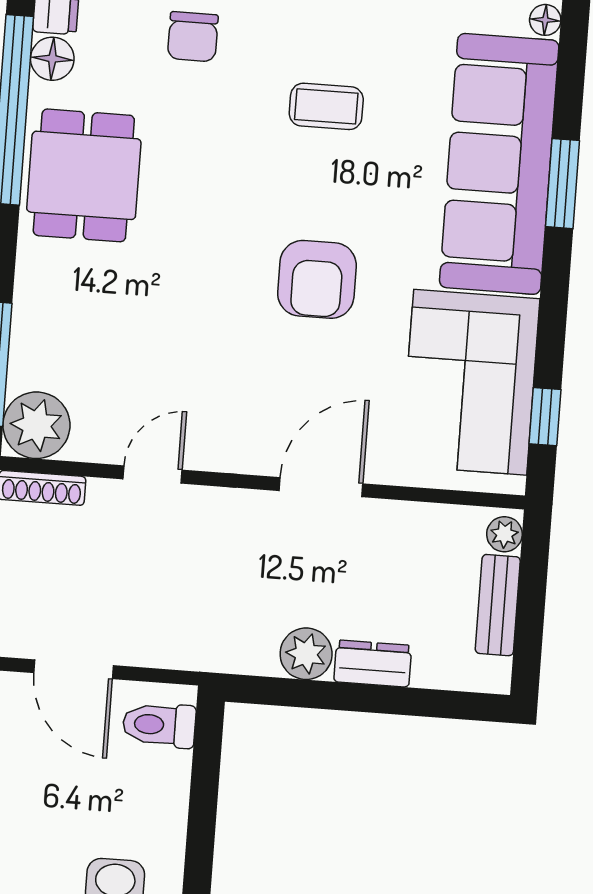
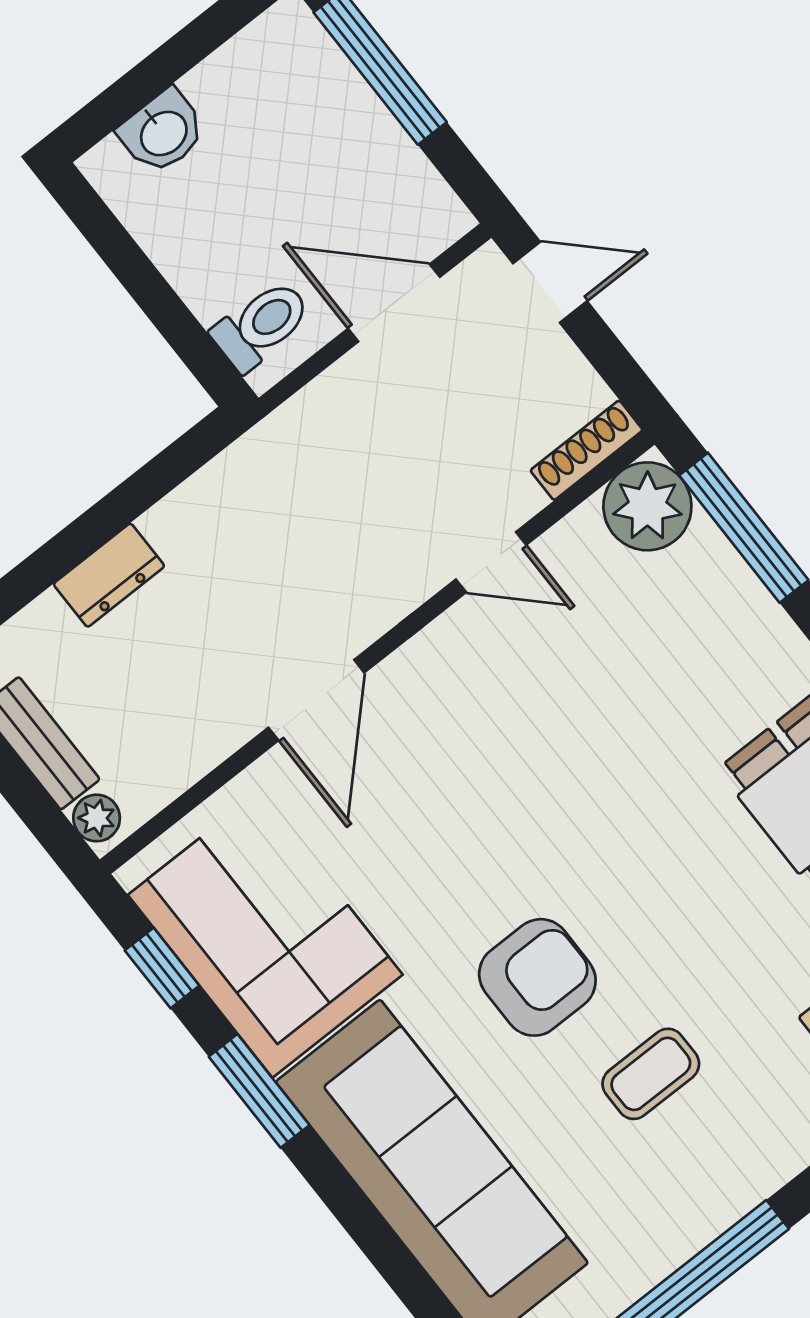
window: (563, 184) -> (259, 1091), moved
armchair: (317, 279) -> (537, 977), moved, turned 90
door: (153, 474) -> (491, 562), hinge flipped
plant: (306, 654) -> (182, 525), removed

